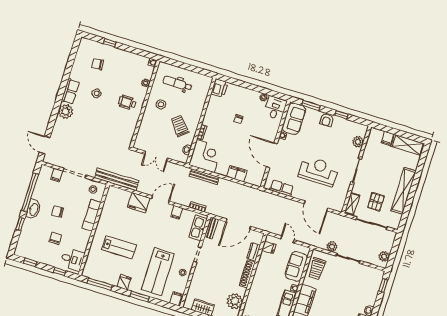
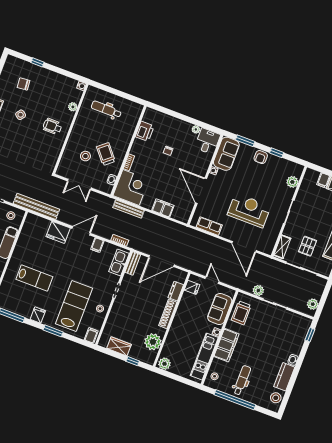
printer: (219, 88) -> (145, 131), moved
stool: (161, 104) -> (85, 156), moved
lab bench: (158, 272) -> (74, 306), turned 180

